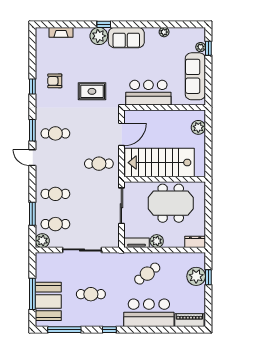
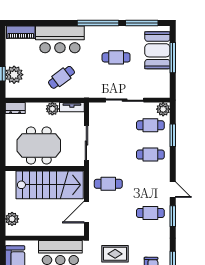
window: (109, 330) -> (98, 23), width x3.17

